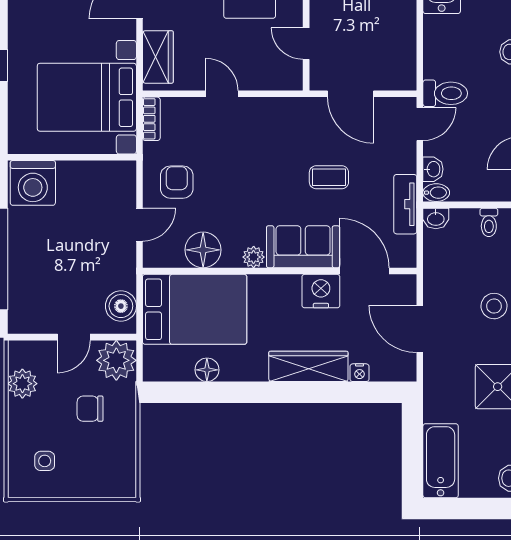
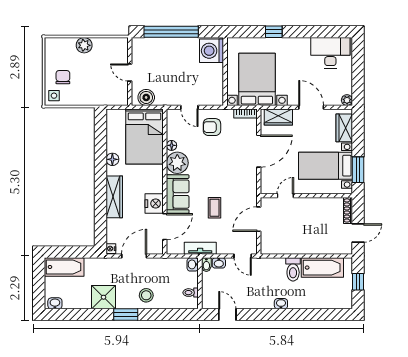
toilet: (445, 93) -> (293, 269), moved
door: (222, 94) -> (259, 151), width x1.87
armchair: (177, 182) -> (212, 127), turned 180
floor lamp: (203, 250) -> (172, 145), width x0.53, depth x0.53
plant: (254, 257) -> (177, 163), width x1.88, depth x1.88
plant: (116, 360) -> (117, 95), removed
floor lamp: (207, 370) -> (112, 159), moved
nightstand: (359, 373) -> (111, 249), moved
plant: (22, 384) -> (84, 45), moved
chair: (90, 409) -> (63, 77), moved
side table: (45, 461) -> (54, 96), moved

